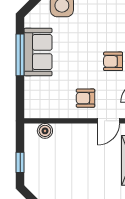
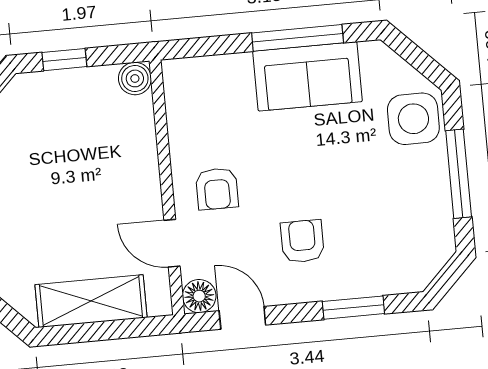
armchair: (86, 98) -> (217, 189), turned 180
boiler: (45, 131) -> (135, 78), moved

